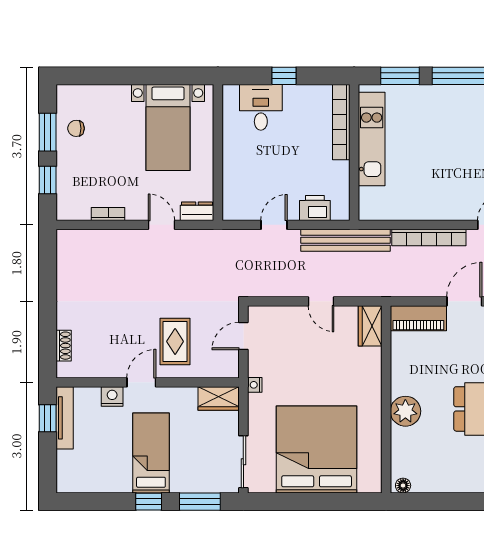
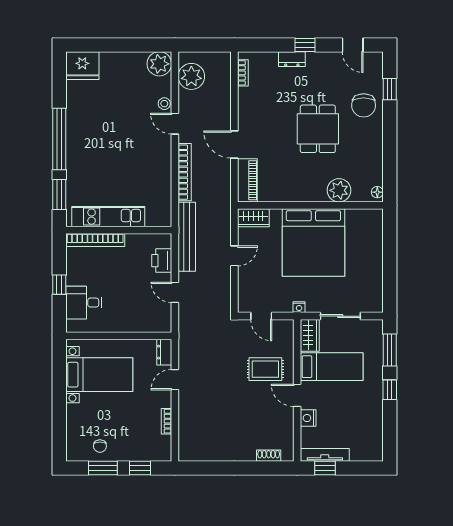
plant: (405, 411) -> (339, 190), moved
bed: (317, 449) -> (313, 242), moved, turned -90
bed: (151, 453) -> (332, 367), moved, turned 180
sliding door: (243, 462) -> (340, 316), moved

